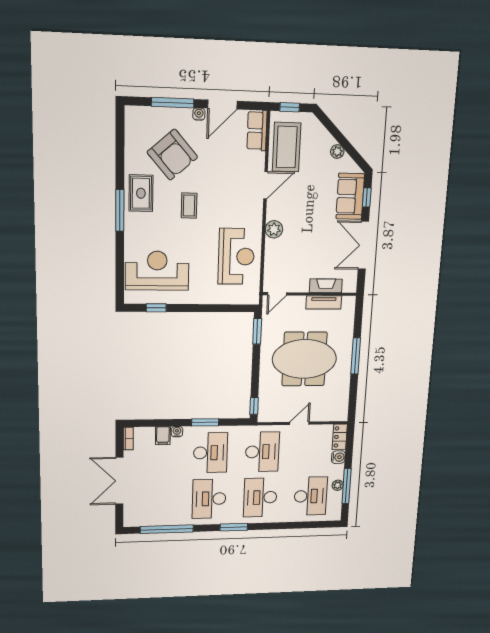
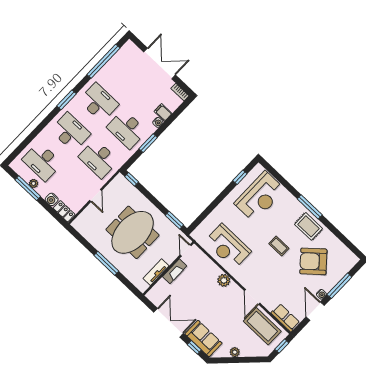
fireplace: (326, 286) -> (175, 271), moved

